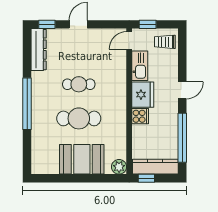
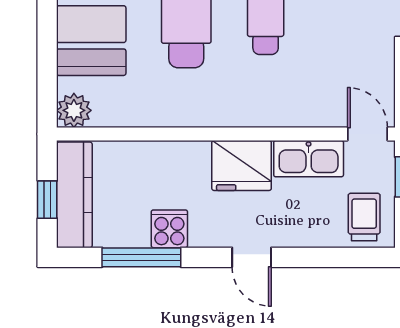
cooker: (140, 116) -> (169, 229), moved, turned 180
window: (182, 138) -> (141, 257), width x0.68
window: (146, 178) -> (47, 200), moved

